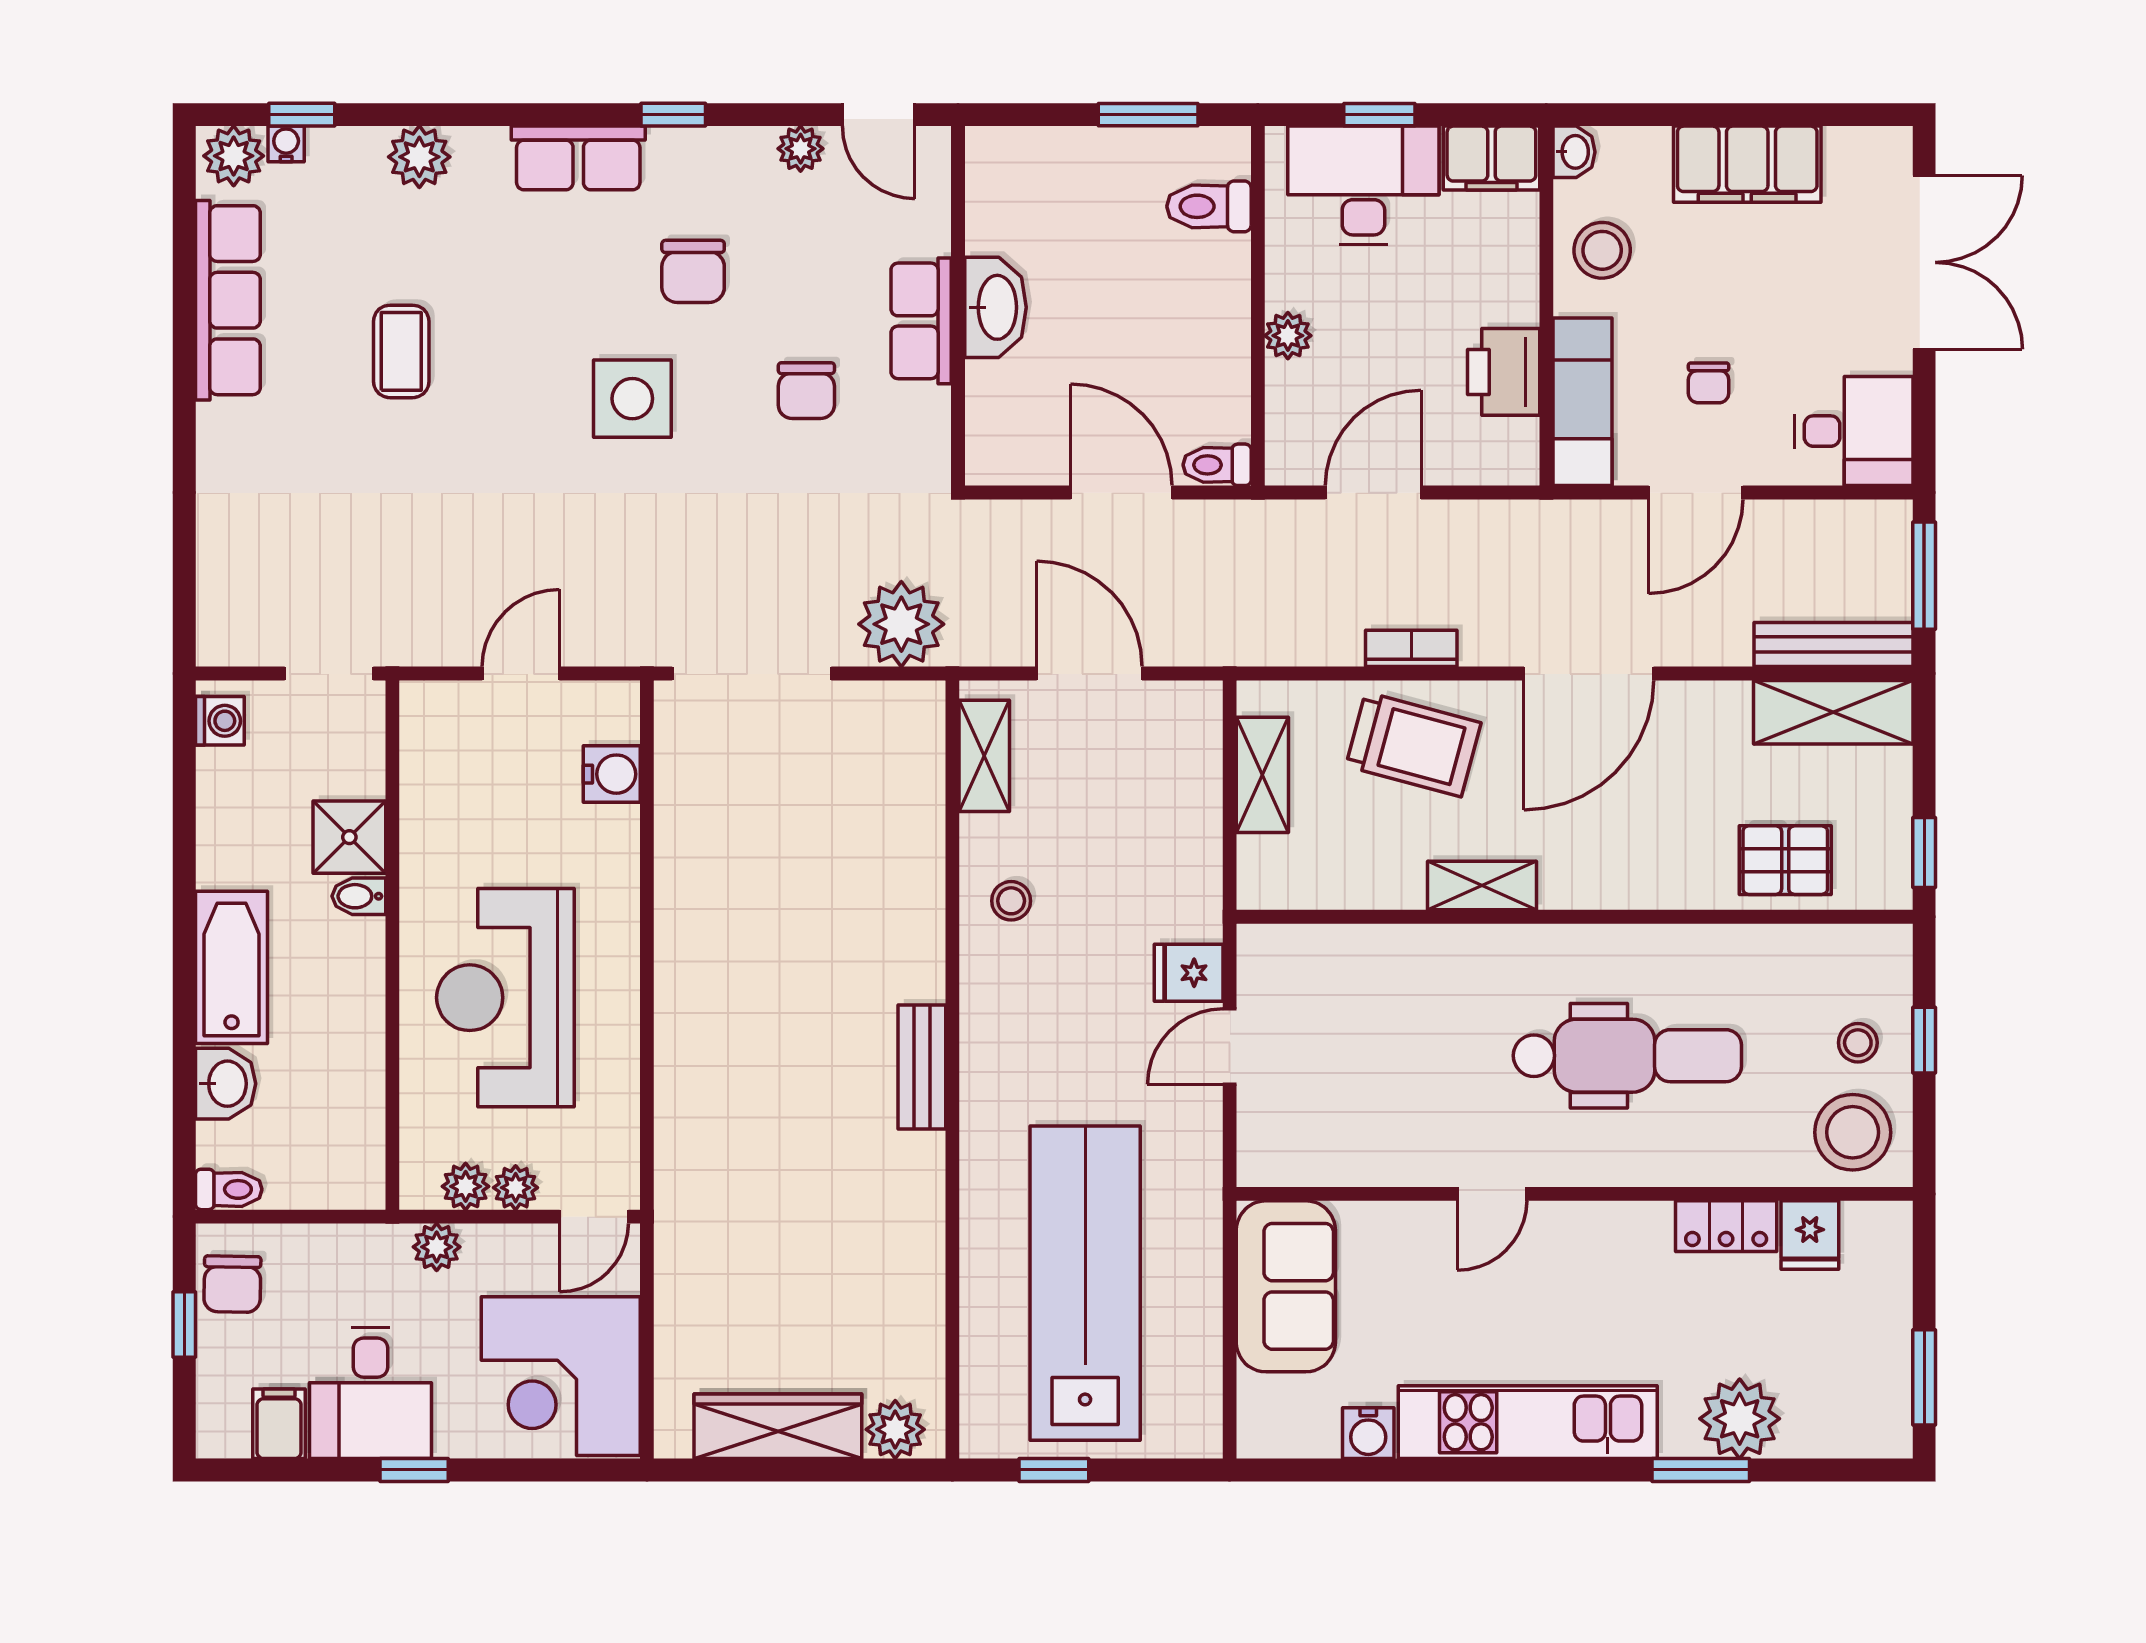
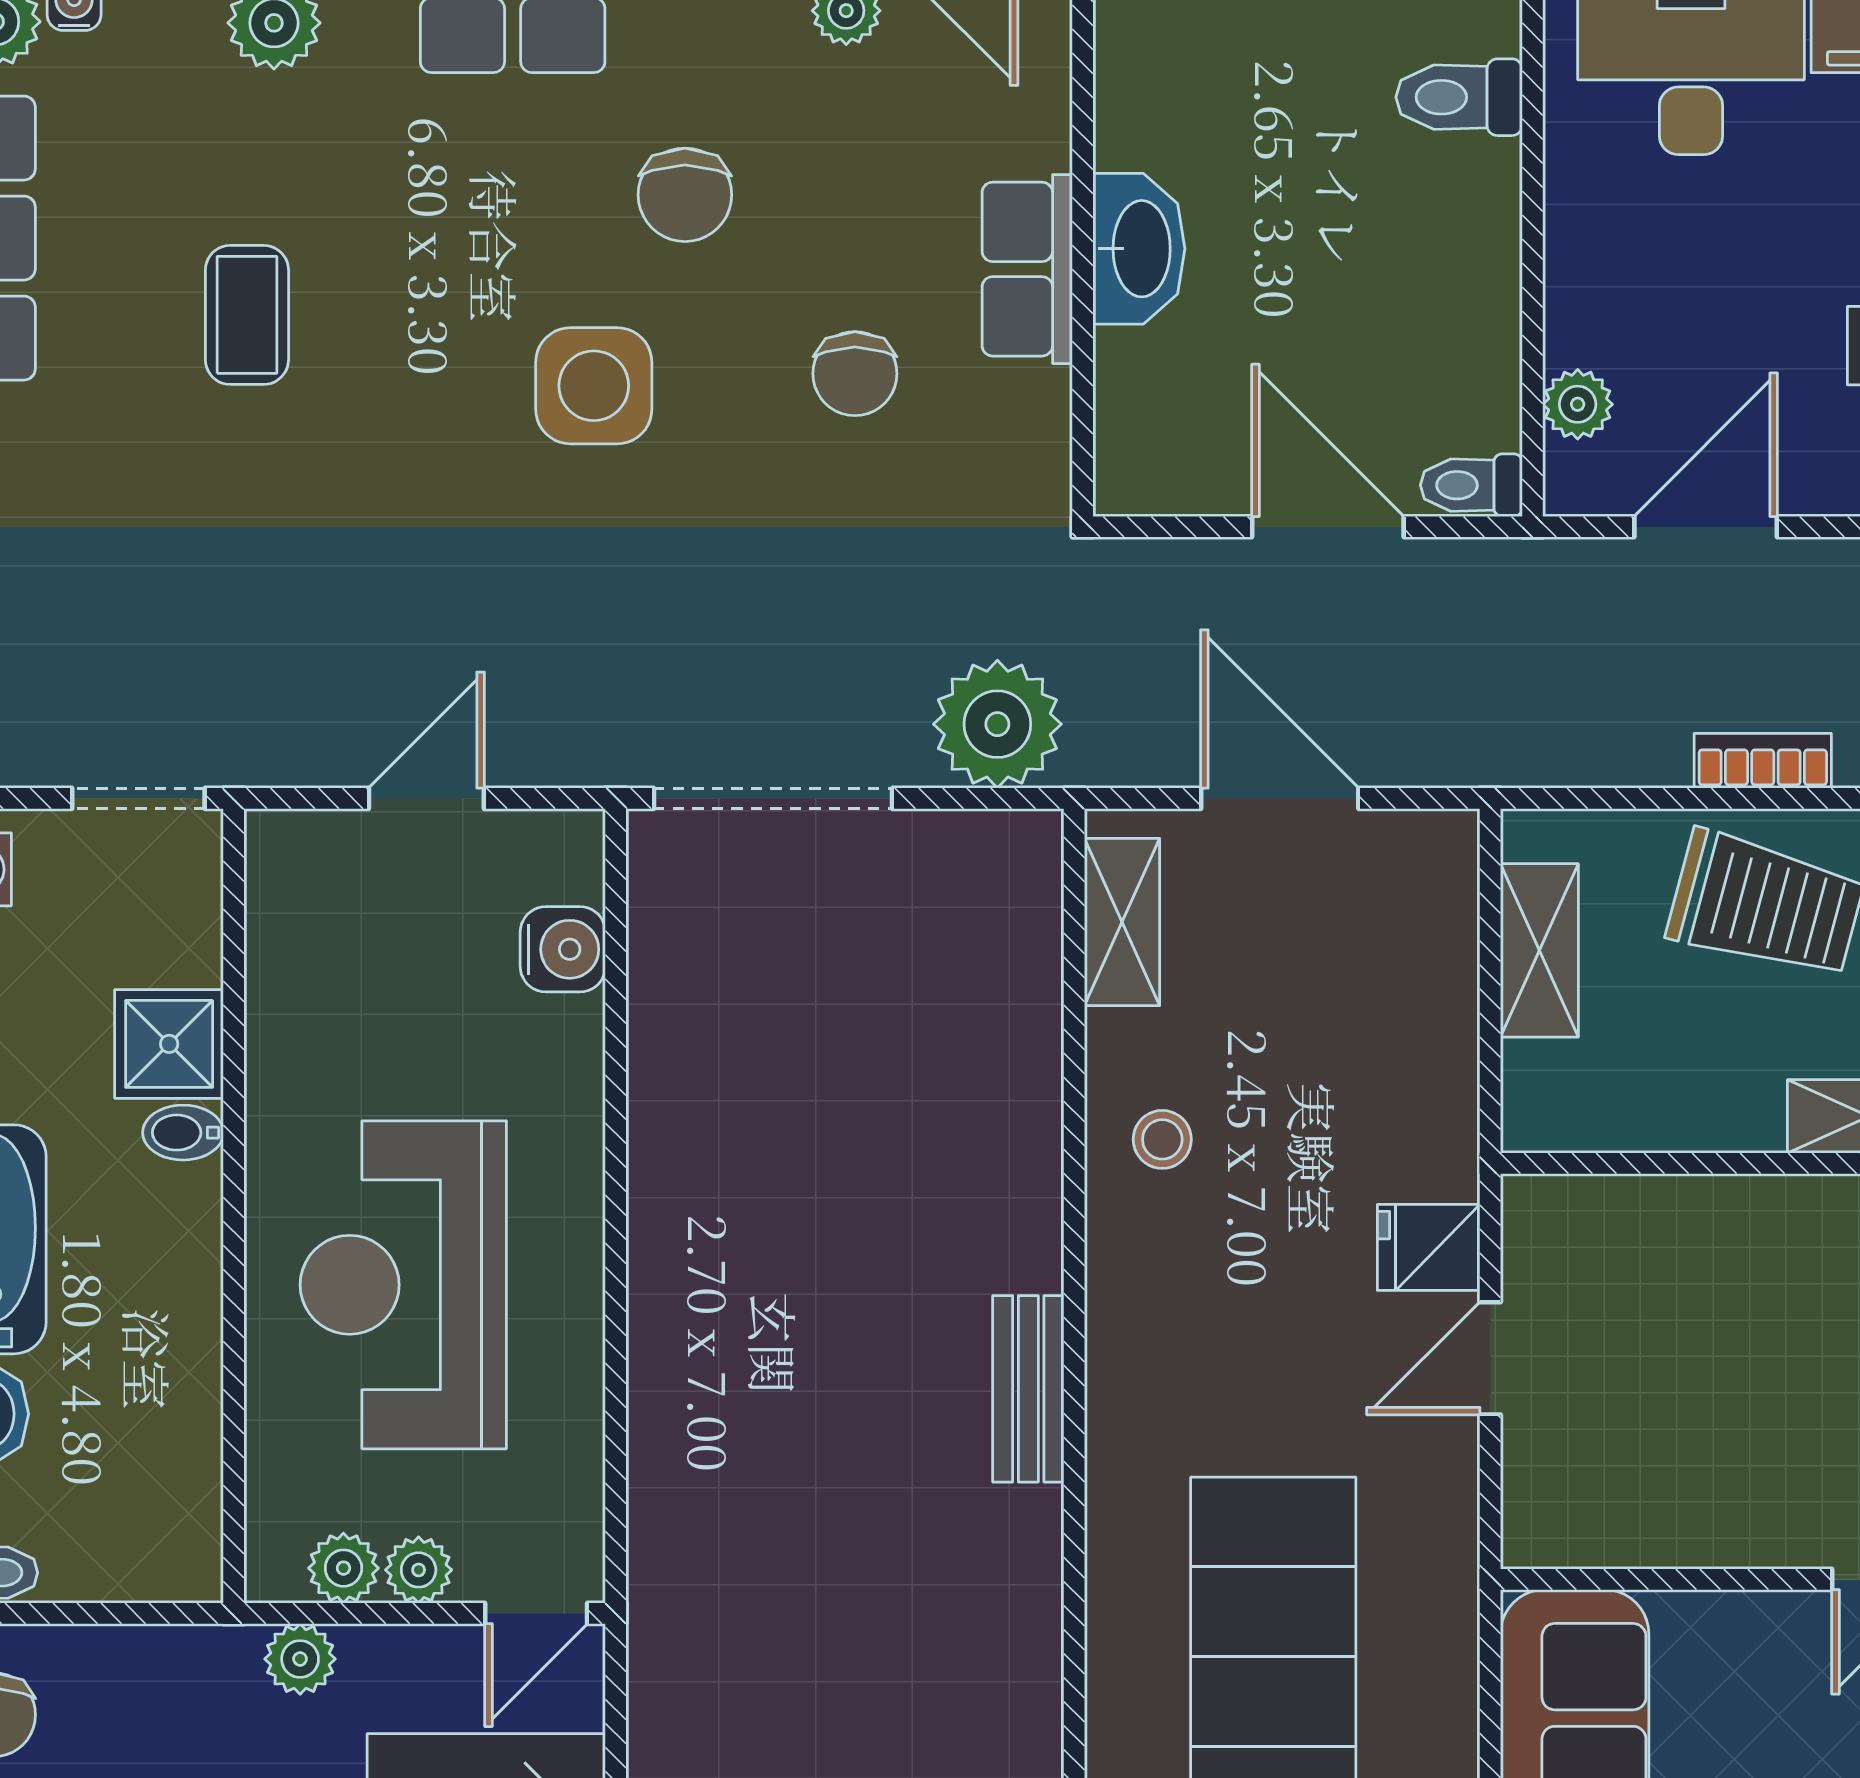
plant: (1288, 336) -> (1578, 404), moved

